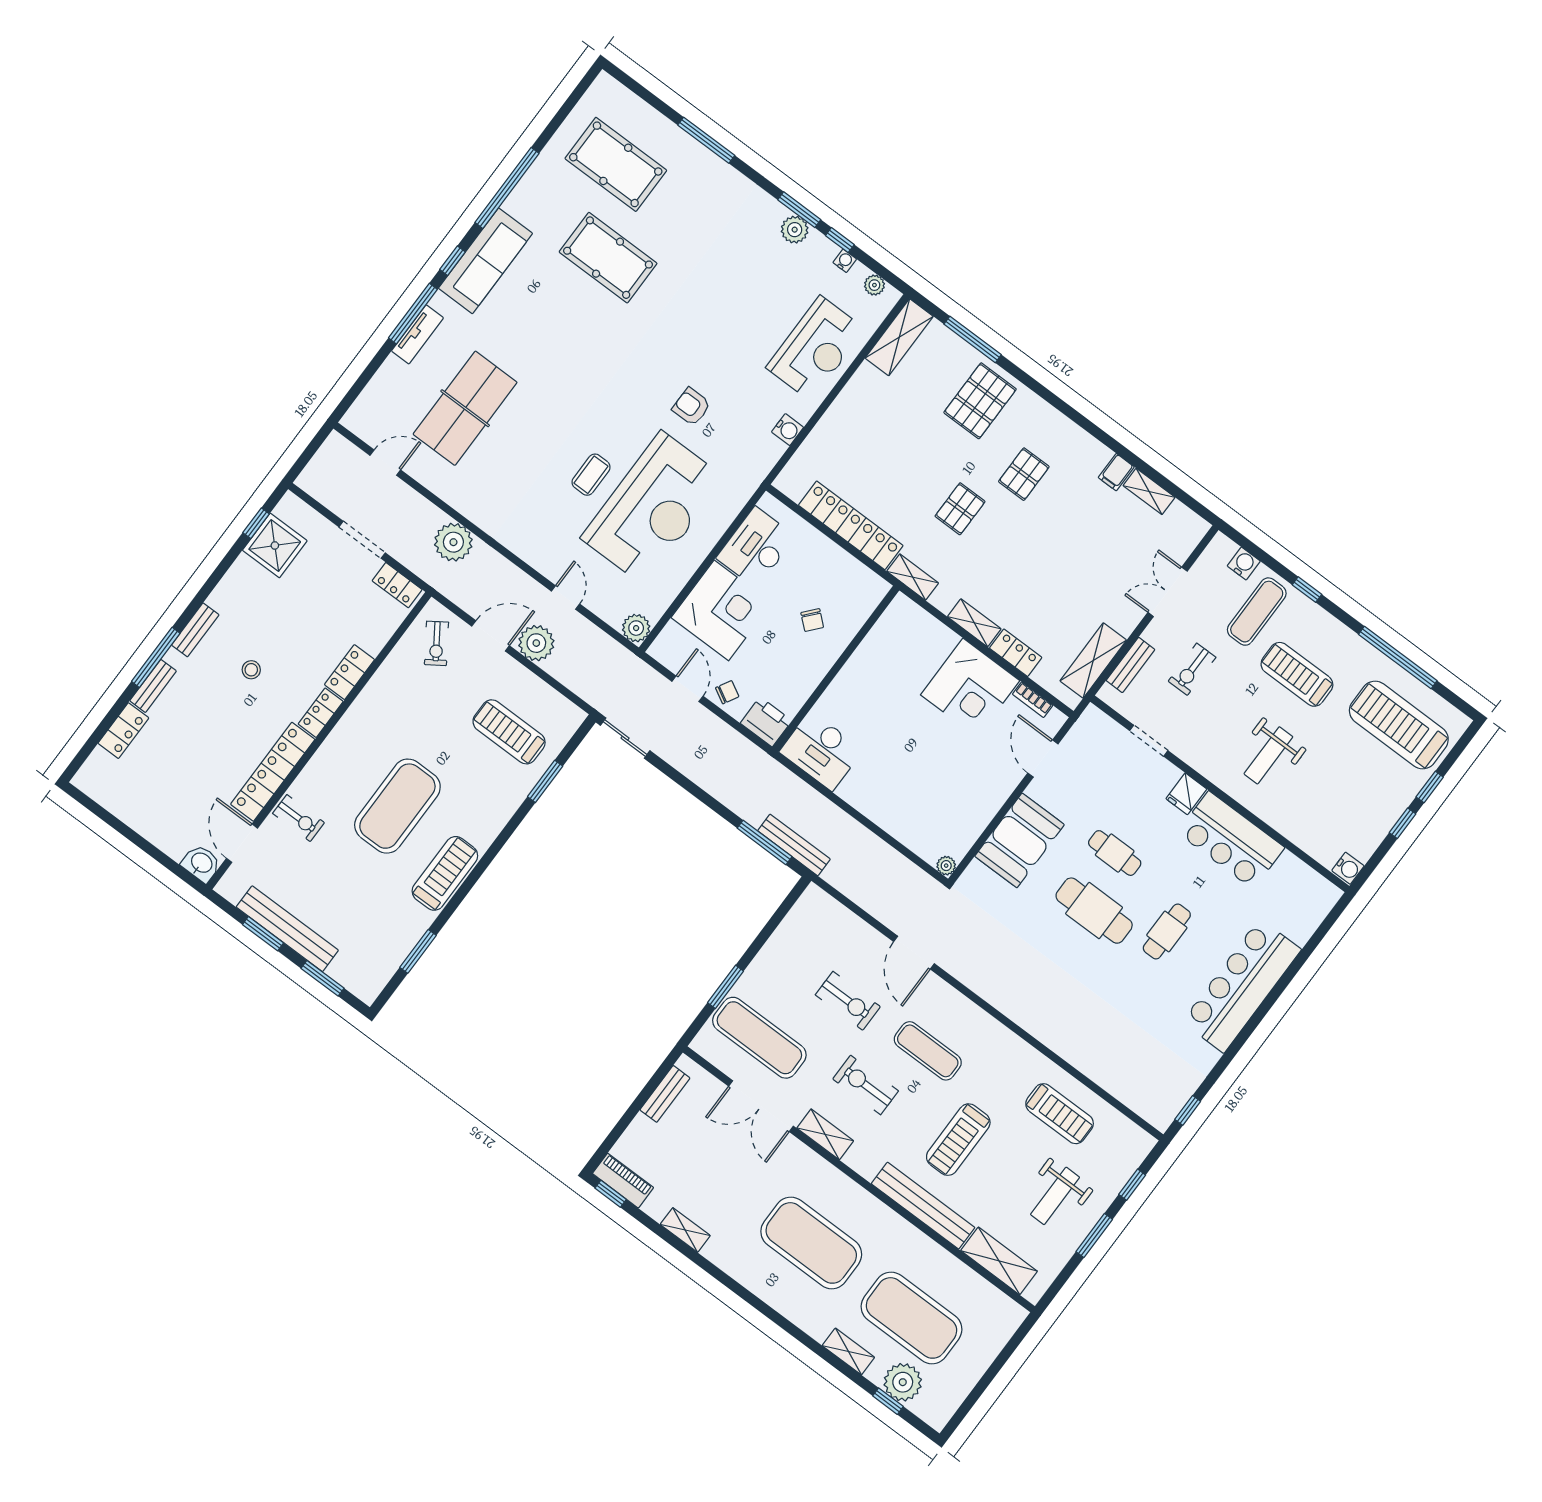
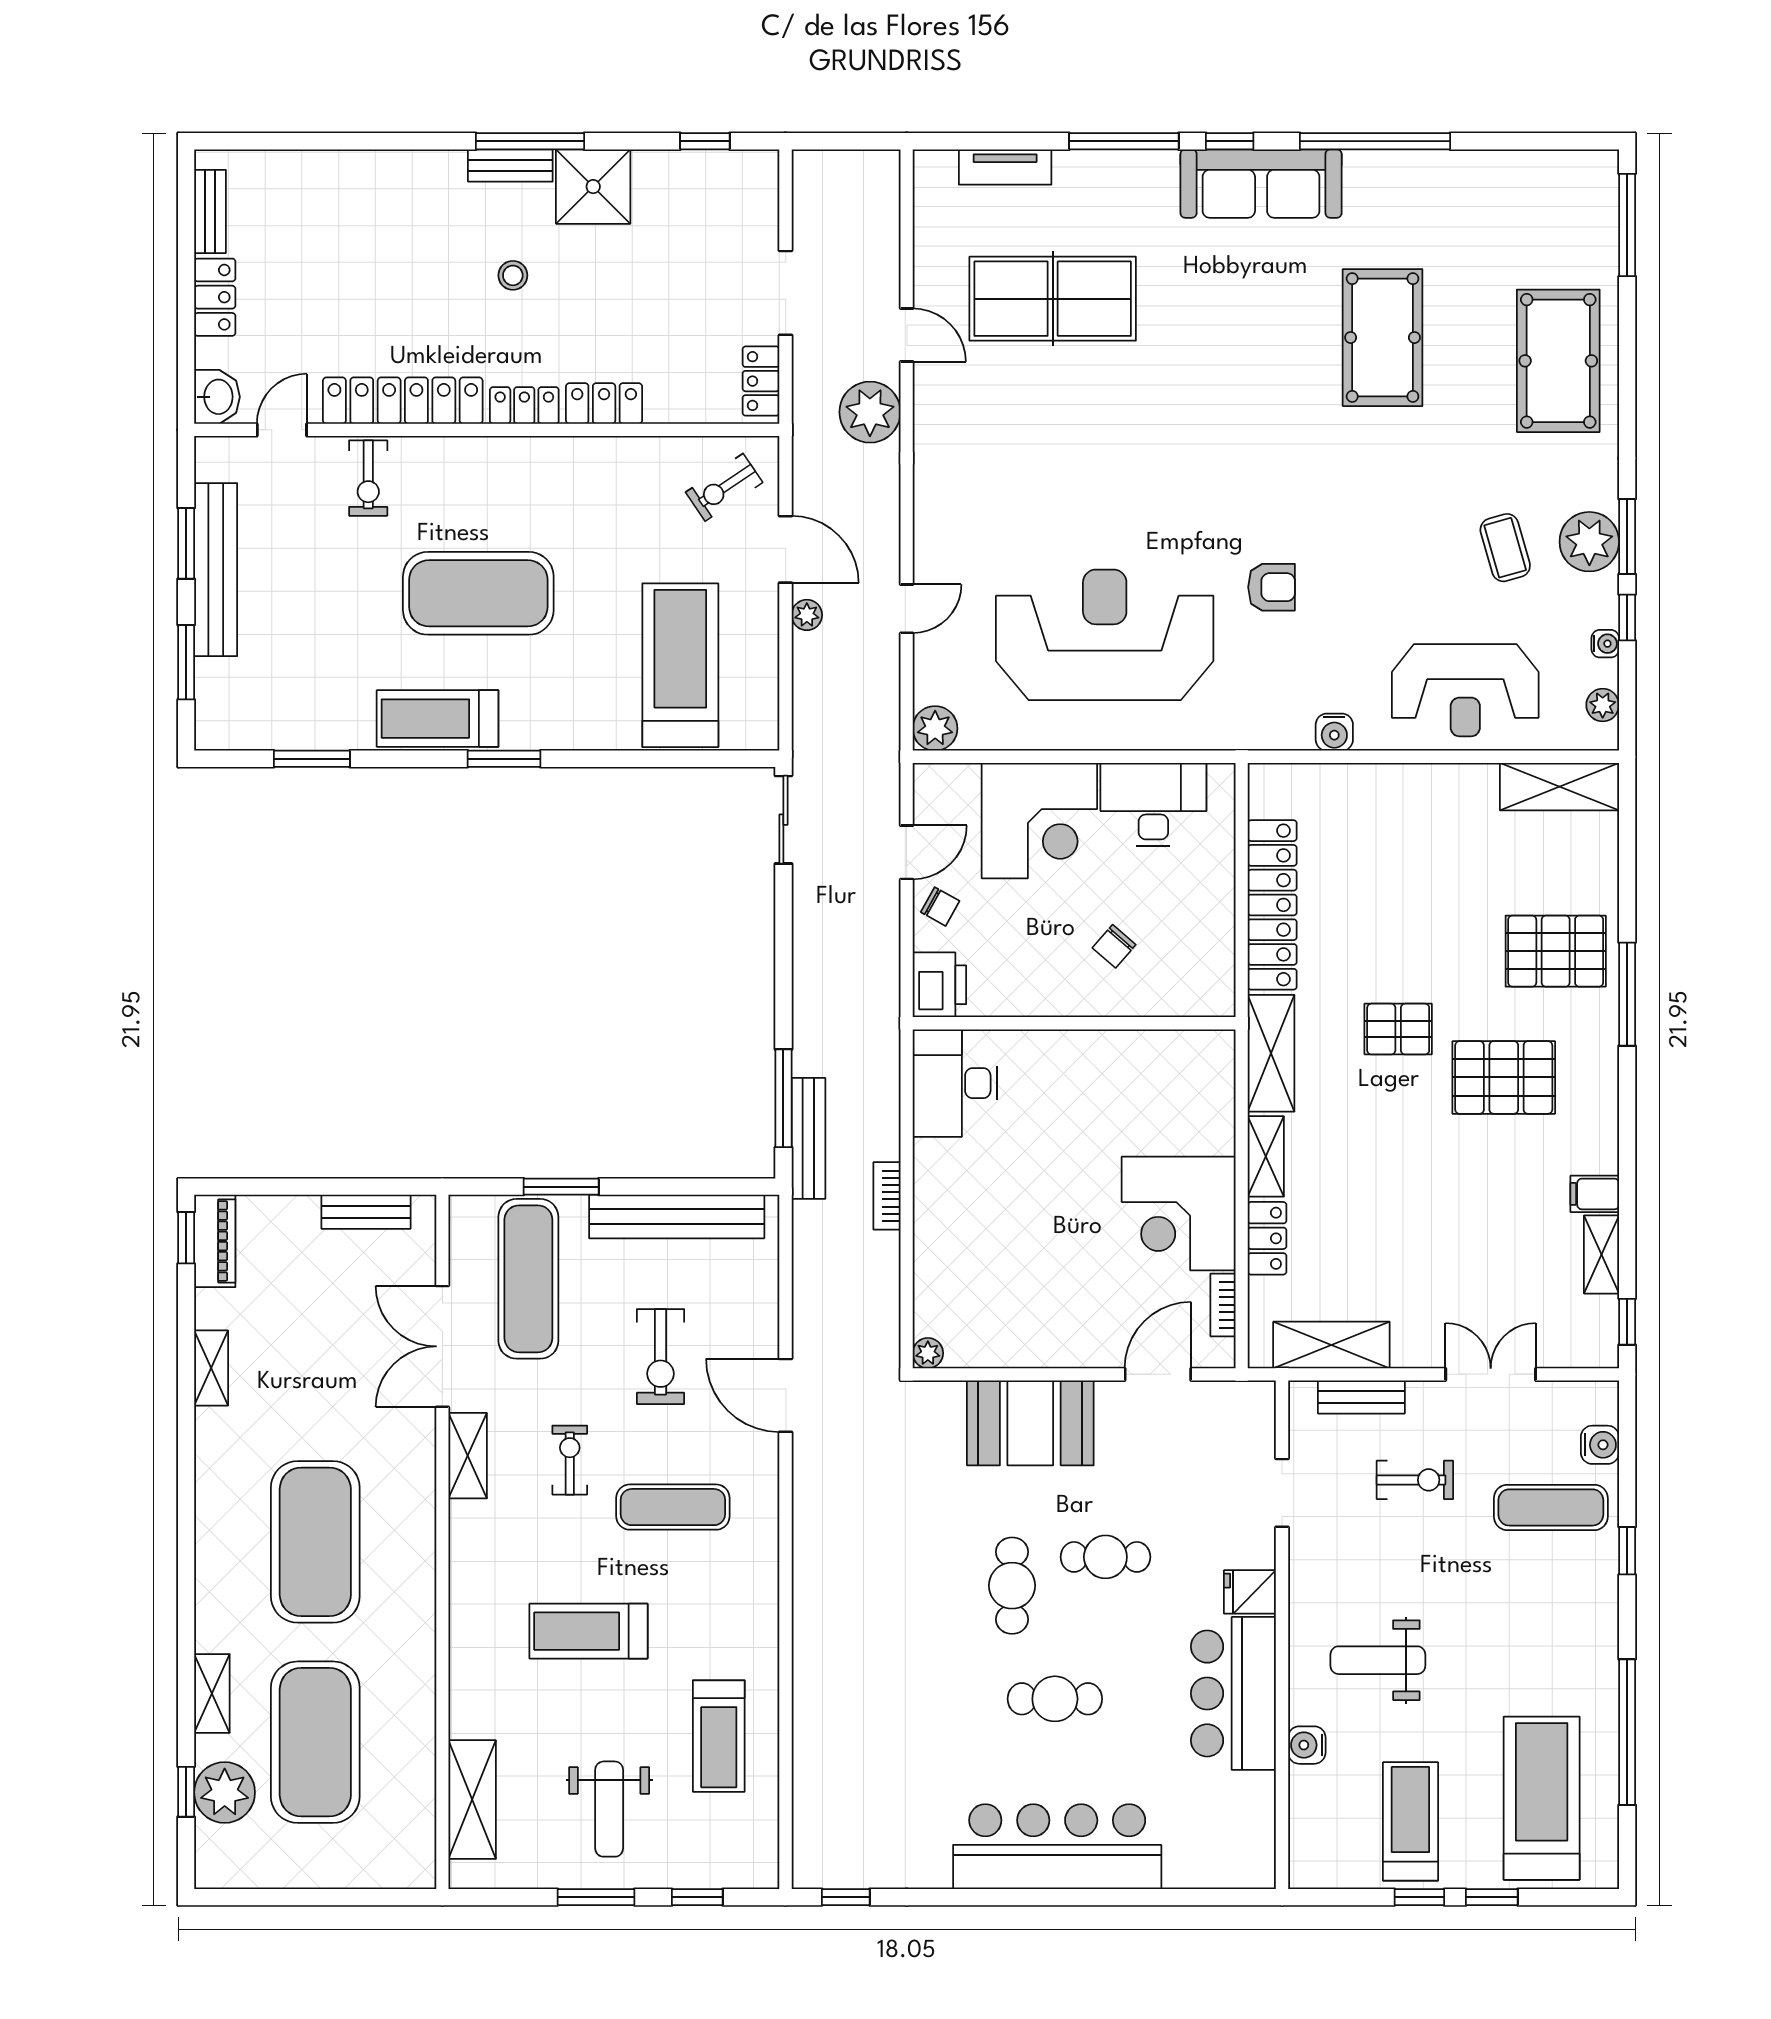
window: (706, 140) -> (1627, 225), moved
pool table: (616, 164) -> (1558, 361), moved
plant: (795, 230) -> (1589, 542), width x1.36, depth x1.36
tv unit: (417, 334) -> (1005, 167), moved
window: (973, 339) -> (1627, 994), moved
armchair: (691, 407) -> (1272, 587), turned 90
door: (385, 463) -> (907, 335), moved
pallet: (1024, 474) -> (1504, 1077), width x1.50, depth x1.42
coffee table: (591, 475) -> (1505, 548), moved, turned 74
window: (1192, 504) -> (1627, 1322), added
reception desk: (653, 508) -> (1105, 635), turned 180
shower: (275, 546) -> (593, 187), moved
shelving: (913, 577) -> (1271, 1053), width x1.50, depth x1.33
plant: (536, 643) -> (807, 615), width x0.53, depth x0.53
window: (156, 657) -> (530, 141), moved
exercise bike: (1192, 669) -> (1415, 1480), turned 180
treadmill: (1297, 674) -> (1410, 1821), moved
bench: (153, 686) -> (210, 211), moved, turned 90
locker: (123, 731) -> (215, 297), moved, turned -90
treadmill: (509, 732) -> (680, 665), width x1.37, depth x1.38
window: (545, 781) -> (504, 759), moved
bookcase: (852, 827) -> (887, 1196), added
door: (242, 843) -> (282, 430), width x0.73
cafe table: (1115, 853) -> (1105, 1557), turned 90
water cooler: (1348, 868) -> (1307, 1745), moved, turned 90
treadmill: (445, 873) -> (438, 719), turned 180
cafe table: (1094, 911) -> (1012, 1586), width x0.73, depth x0.74
door: (914, 953) -> (786, 1395), hinge flipped
exercise mat: (928, 1051) -> (673, 1507), turned 90
exercise bike: (866, 1085) -> (570, 1460), width x0.73, depth x0.72
weight bench: (1055, 1196) -> (609, 1809), turned -90
bench: (923, 1206) -> (677, 1217), moved, turned 90

